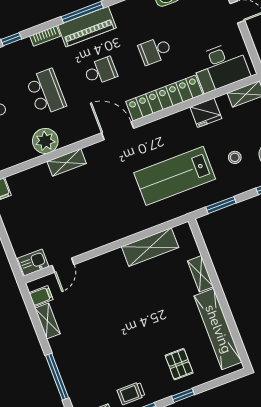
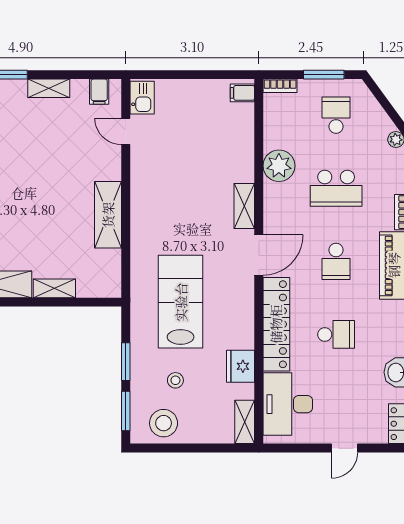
school desk: (155, 51) -> (336, 334), turned 90
shelving: (67, 162) -> (244, 206), moved
window: (221, 205) -> (126, 362), moved
shelving: (150, 247) -> (108, 215), moved
shelving: (48, 321) -> (49, 88), moved

